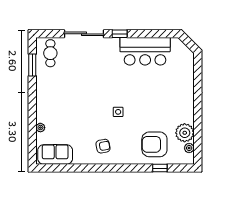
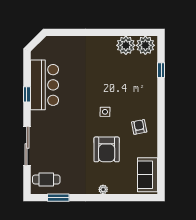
window: (120, 34) -> (27, 94), moved
plant: (40, 128) -> (103, 189), moved
armchair: (154, 144) -> (107, 149), moved
plant: (189, 148) -> (145, 45), width x1.87, depth x1.87

